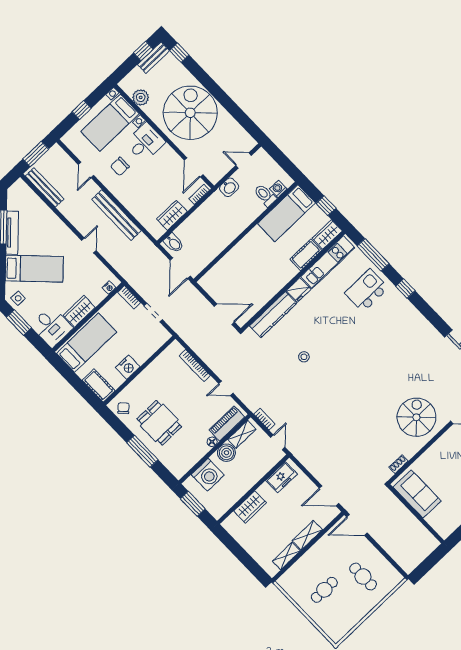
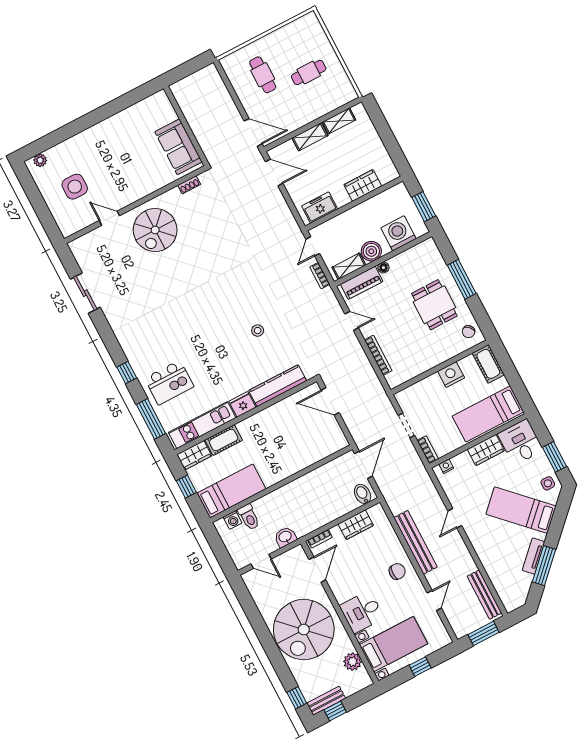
chair: (120, 166) -> (397, 571), moved
tv unit: (12, 233) -> (534, 556), width x0.71

